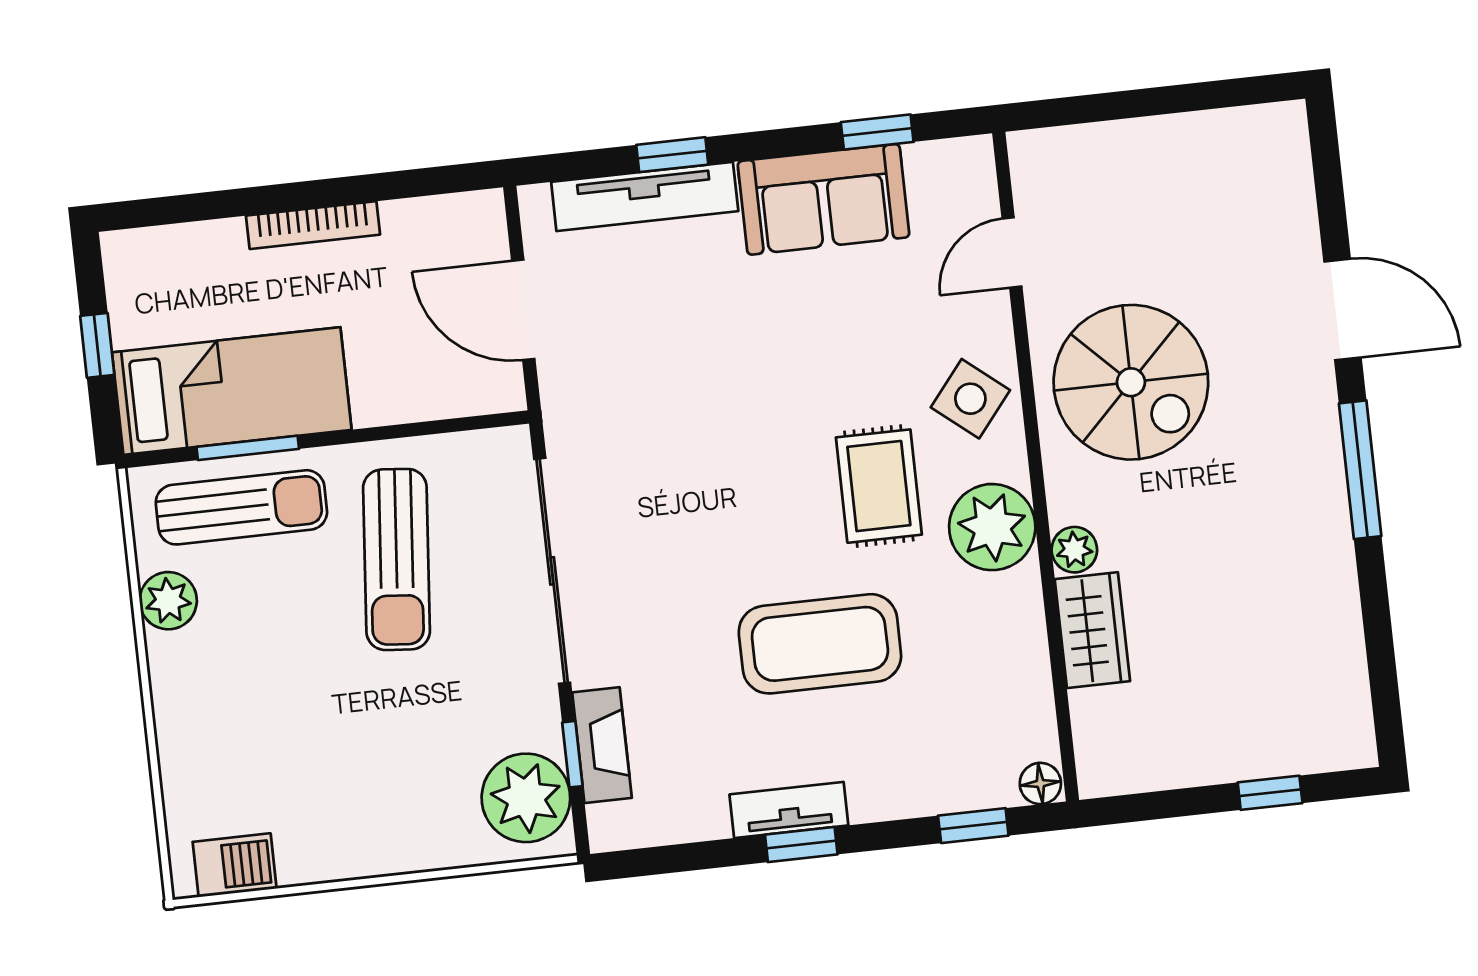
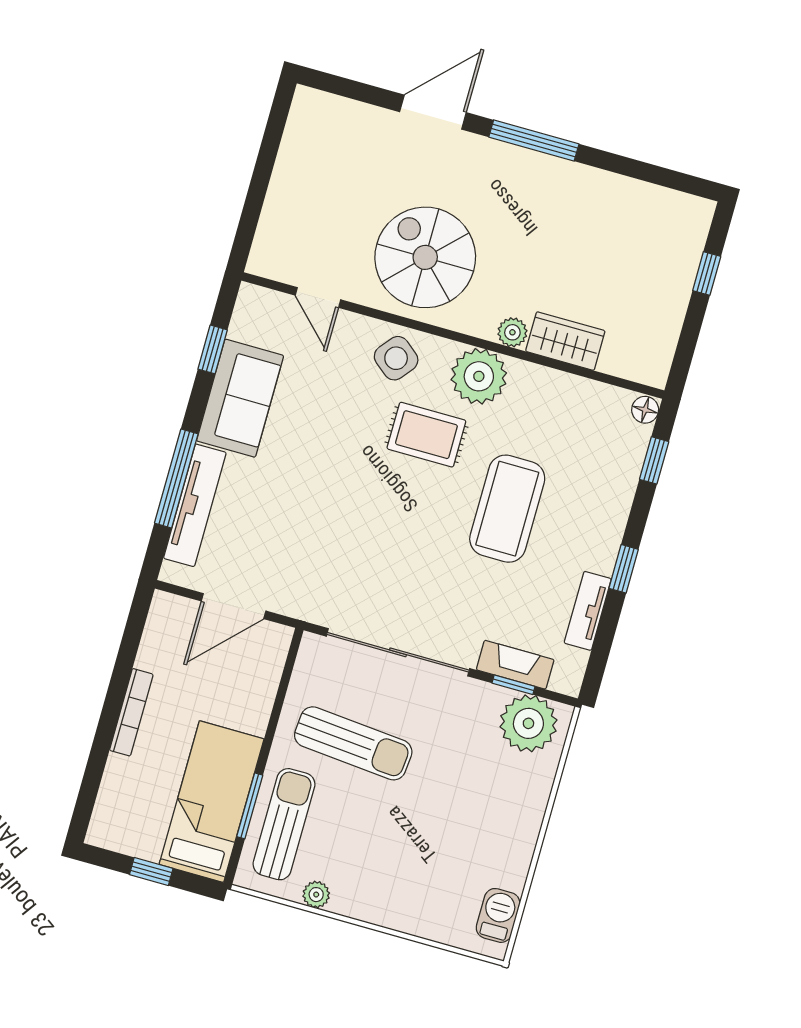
window: (672, 155) -> (176, 479), width x2.17
spiral stairs: (1131, 382) -> (425, 257), turned -90
plant: (168, 601) -> (316, 895), width x0.73, depth x0.73
tv unit: (789, 810) -> (588, 611), moved

